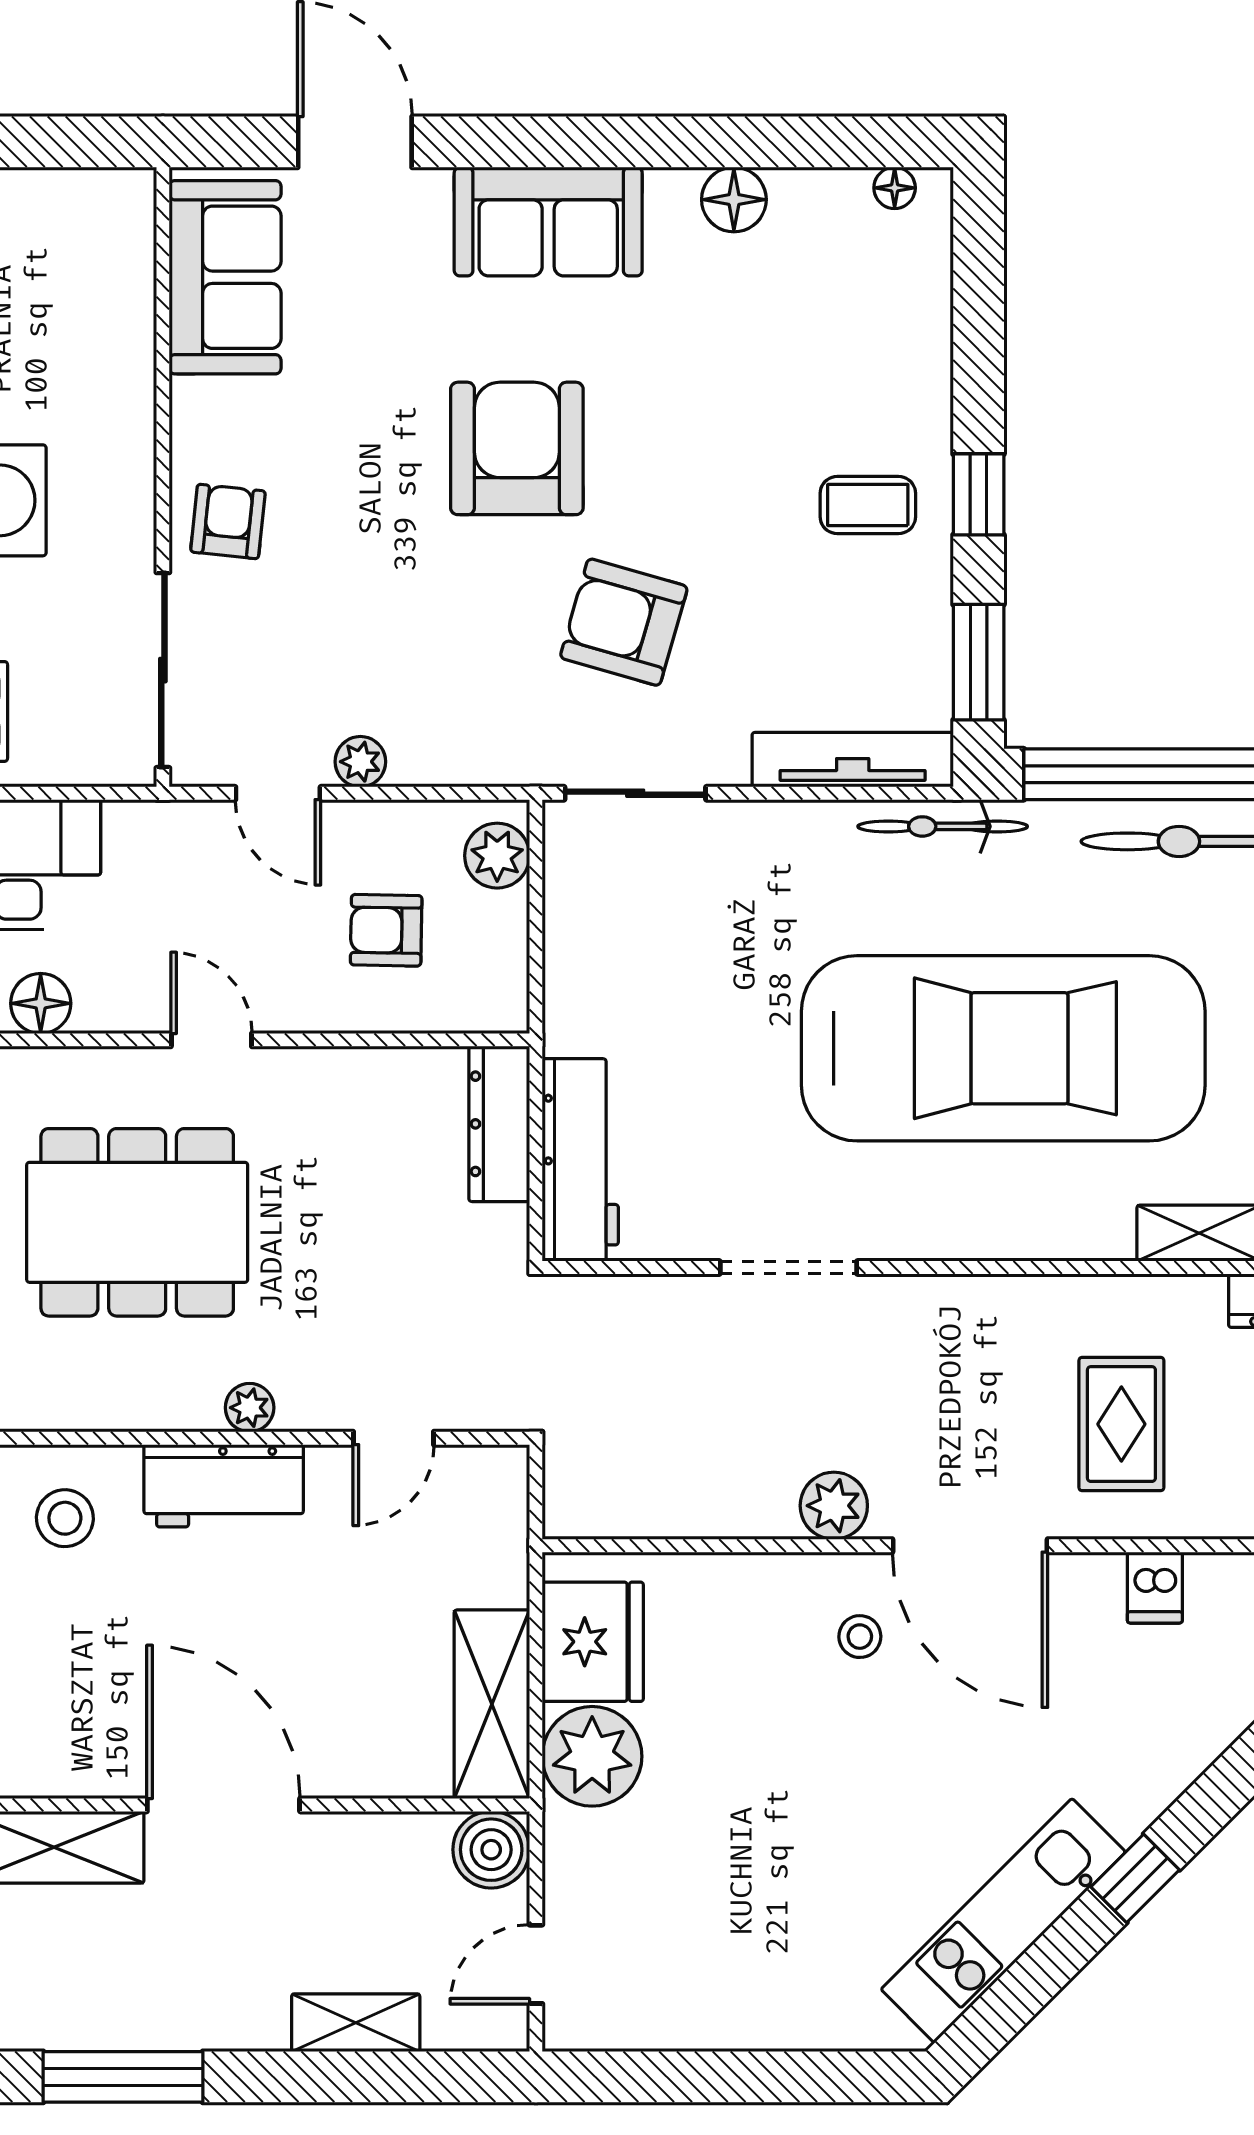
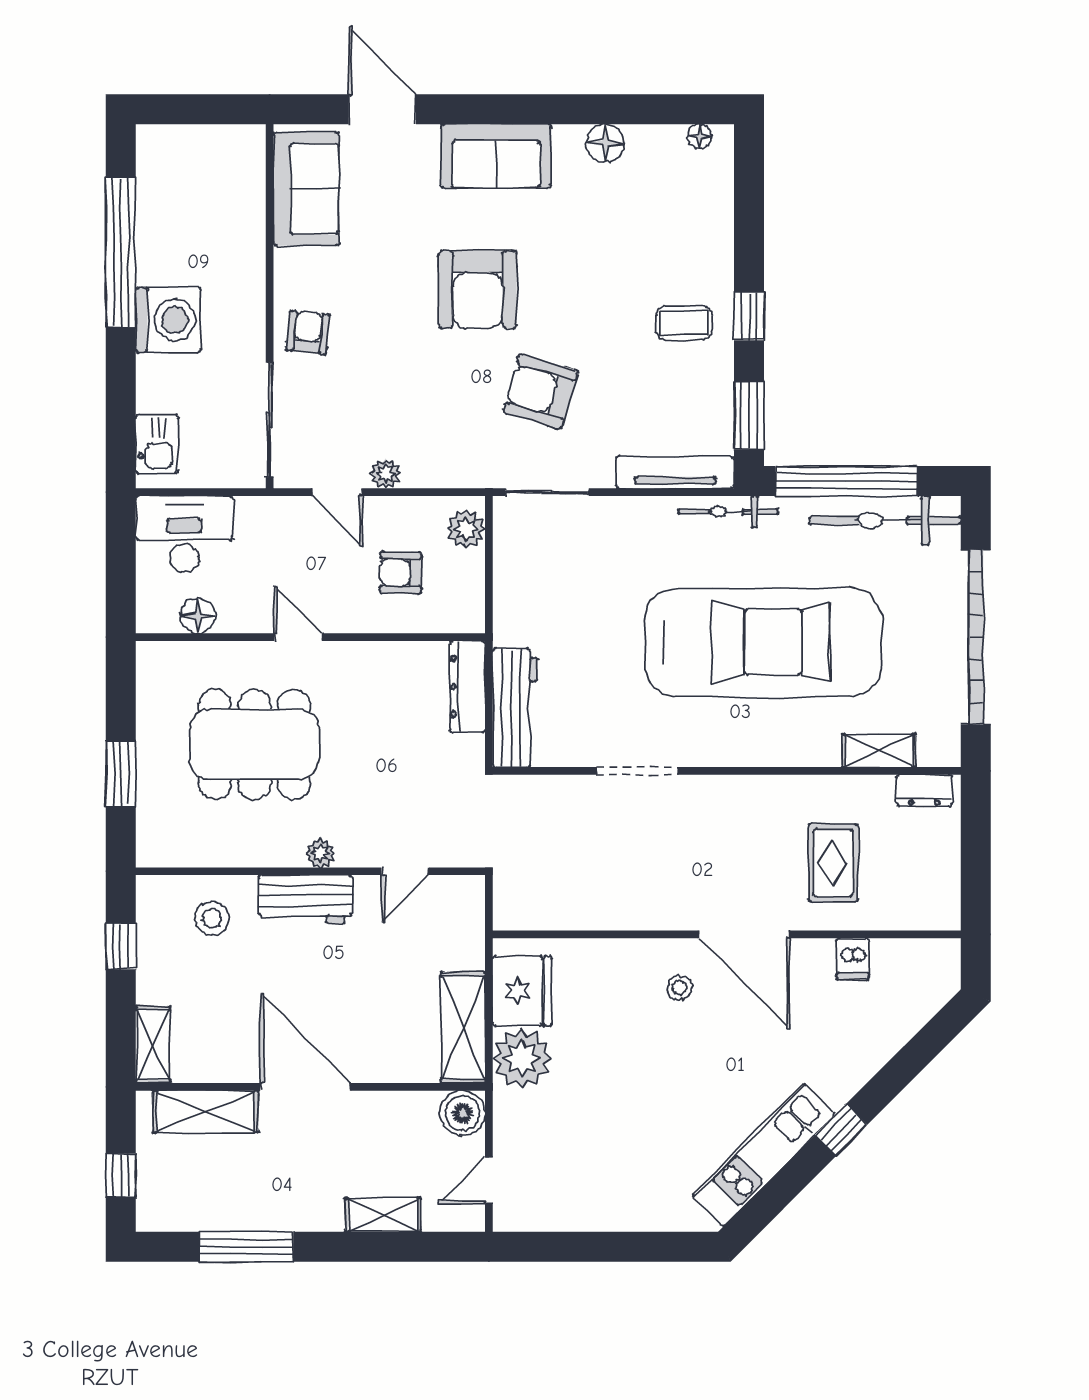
armchair: (517, 448) -> (478, 289), turned 180
plant: (834, 1506) -> (664, 911), removed

